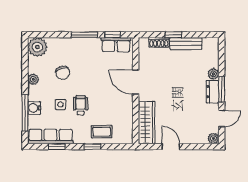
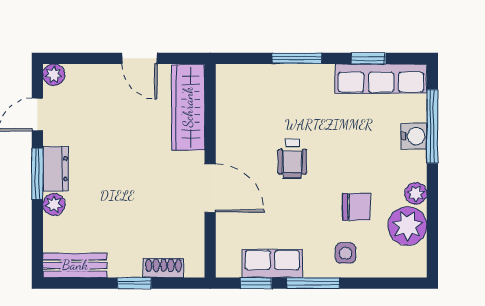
bench: (186, 43) -> (75, 265), moved
row of seats: (116, 45) -> (272, 263), moved
plant: (37, 47) -> (407, 226), moved
chair: (63, 73) -> (356, 207), turned 107
side table: (60, 104) -> (346, 253), moved
wheelchair: (81, 105) -> (292, 159), moved
coffee table: (102, 132) -> (278, 88), removed
window: (93, 147) -> (297, 58), width x1.50

